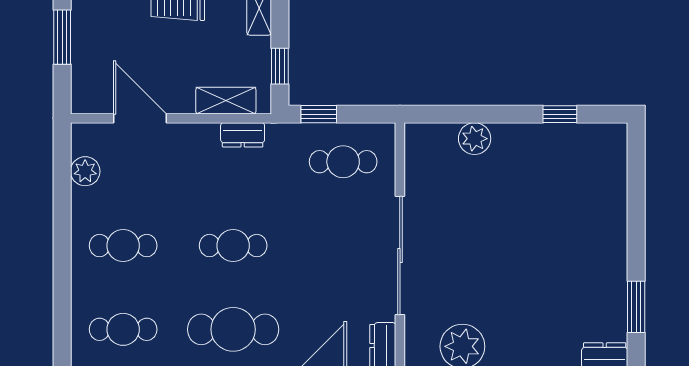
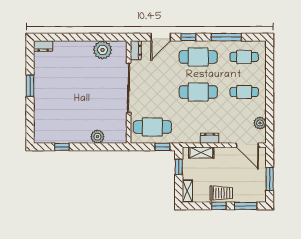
door: (140, 118) -> (247, 145), moved
dresser: (243, 135) -> (210, 138), moved
cafe table: (343, 162) -> (152, 127), width x1.37, depth x1.35
cafe table: (233, 246) -> (198, 92), width x1.37, depth x1.35
window: (636, 307) -> (30, 86), moved

